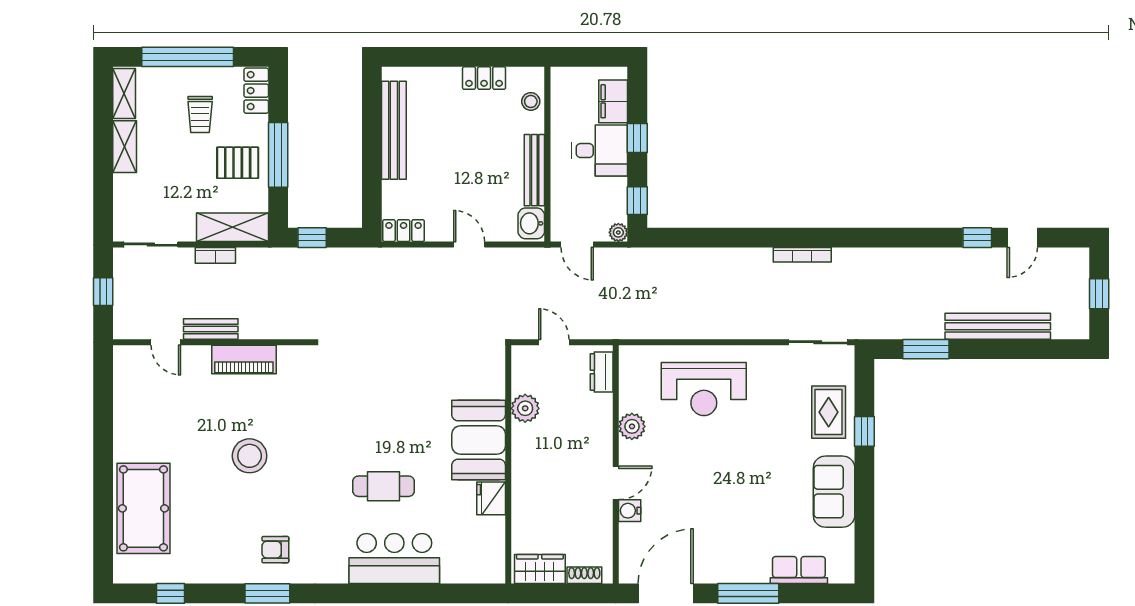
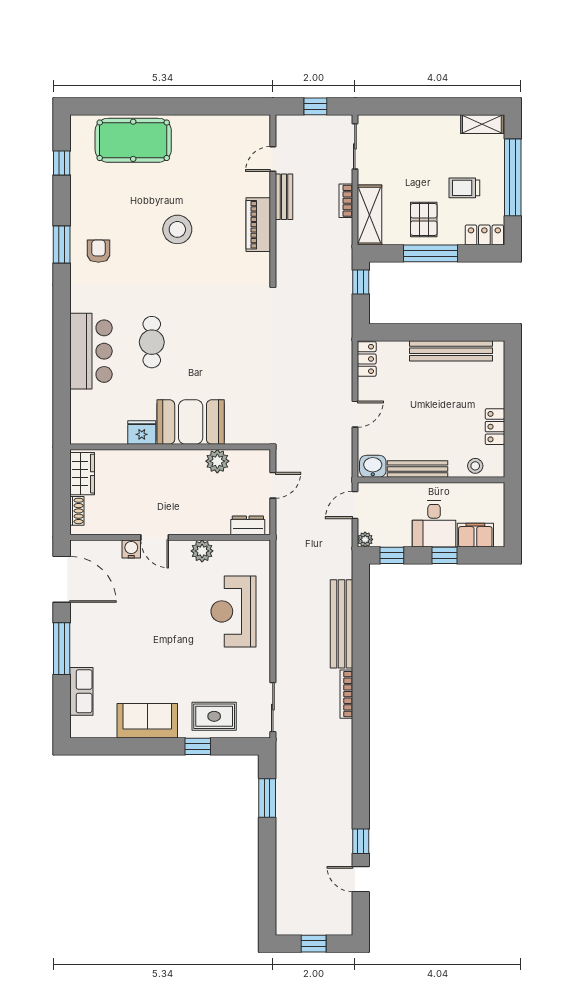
shelving: (125, 147) -> (437, 124), removed
bench: (998, 326) -> (341, 624), moved

